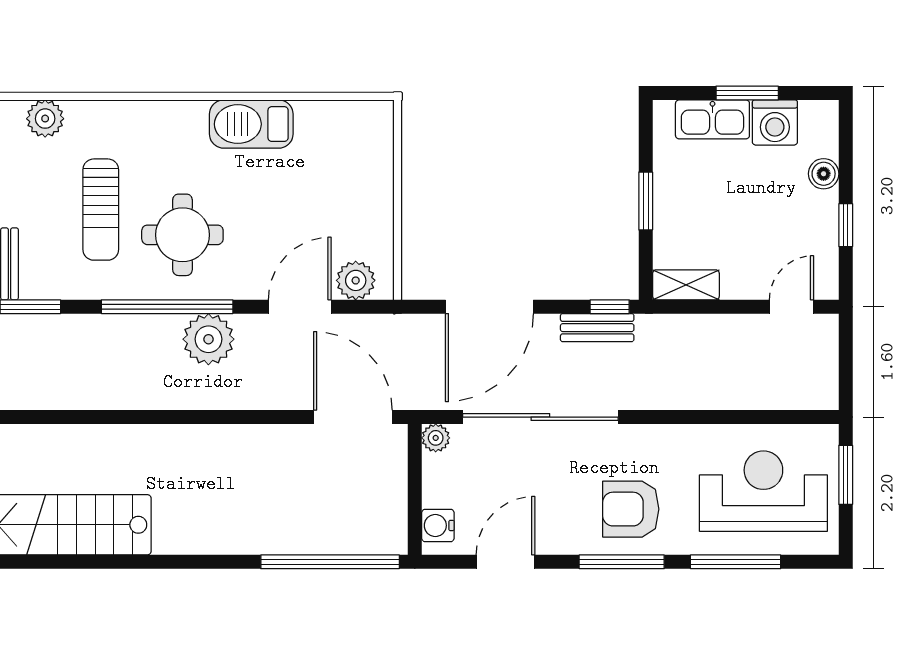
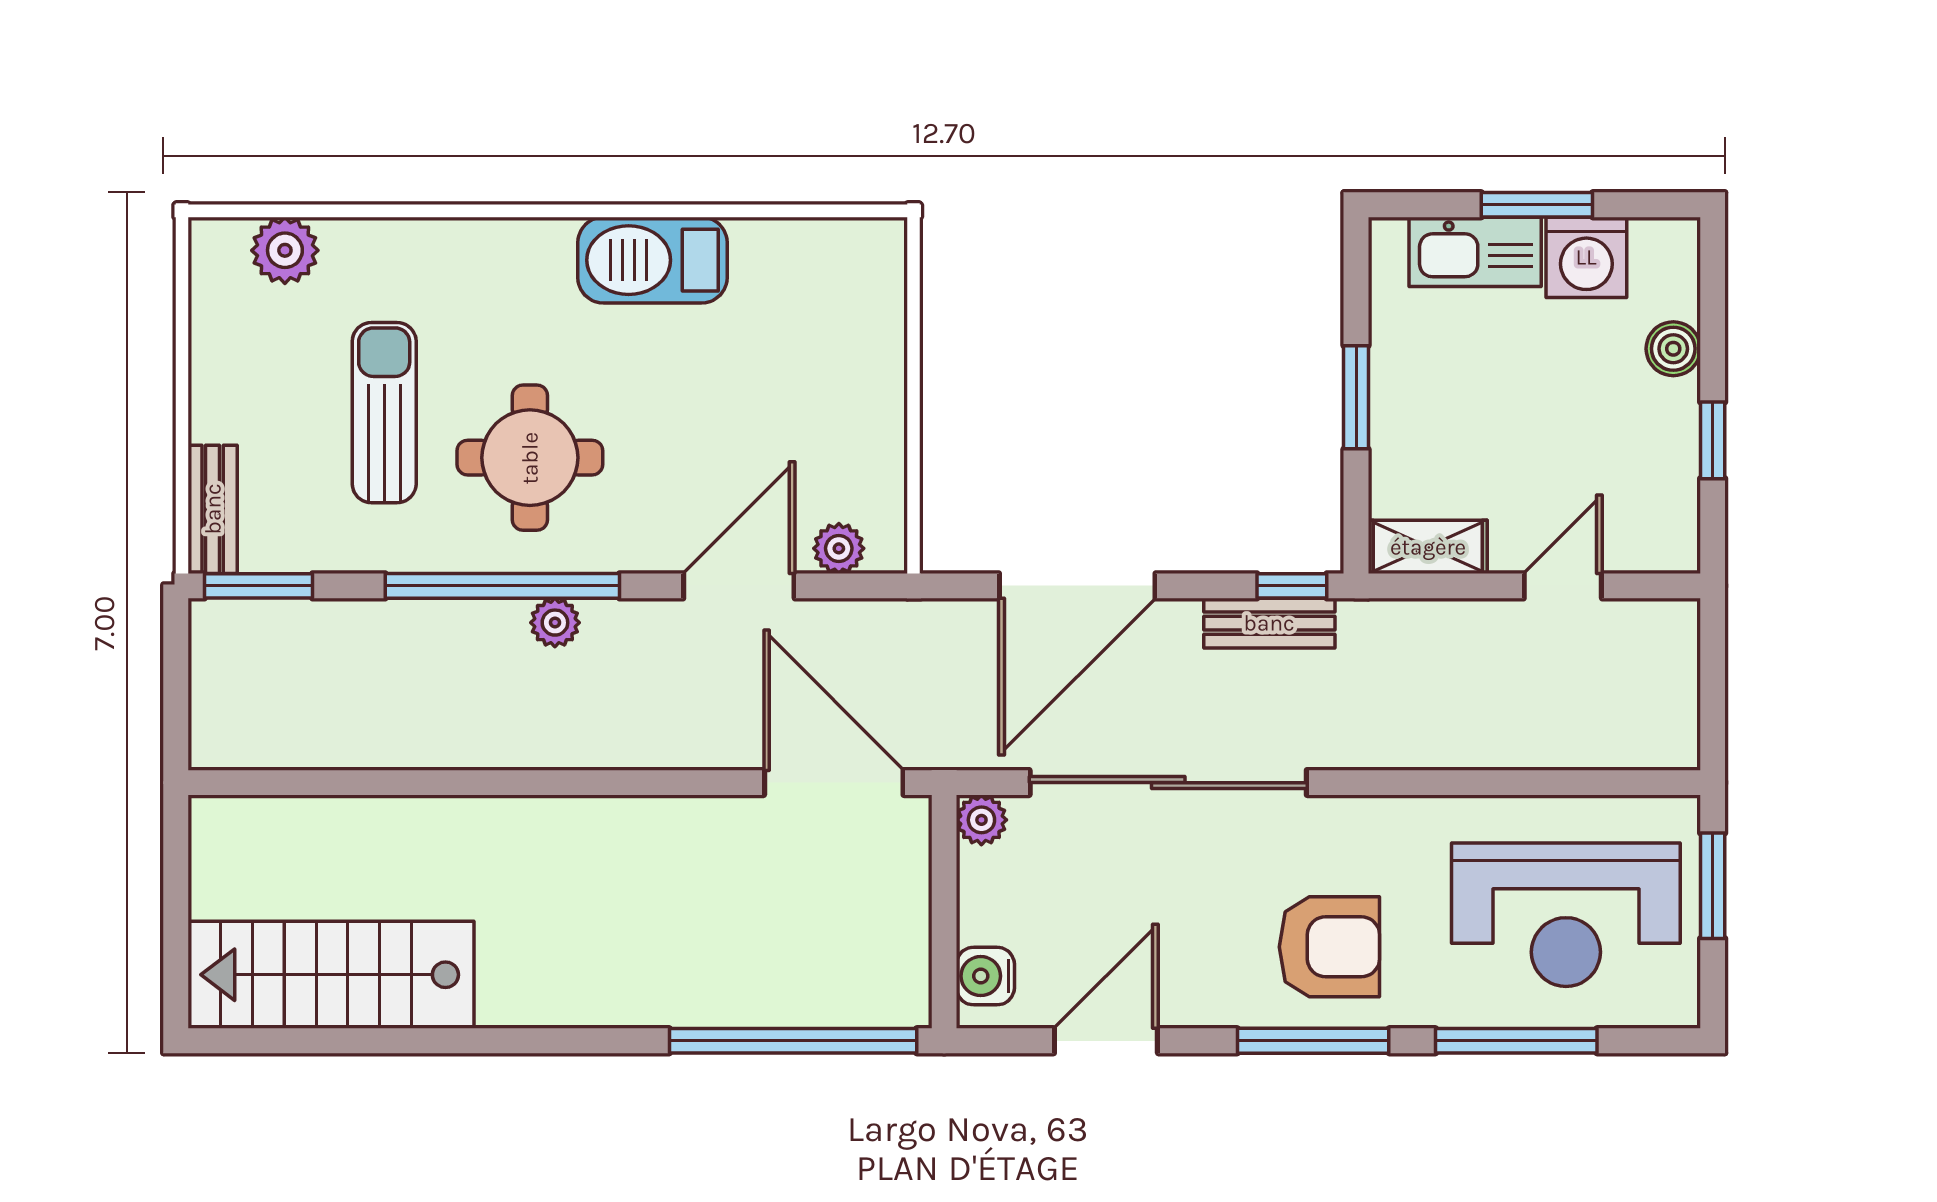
sun lounger: (101, 210) -> (384, 413), turned 180
plant: (356, 280) -> (839, 548), width x0.73, depth x0.73
door: (792, 307) -> (1563, 586), moved
plant: (208, 339) -> (555, 623), width x0.53, depth x0.53
reception desk: (763, 491) -> (1566, 915), turned 180
armchair: (631, 509) -> (1329, 947), turned 180

